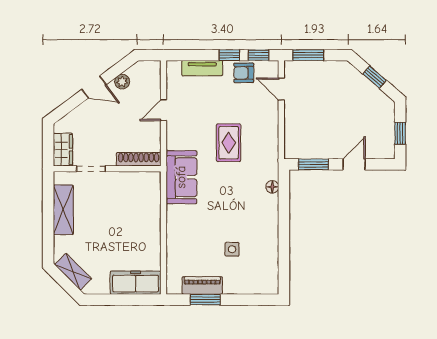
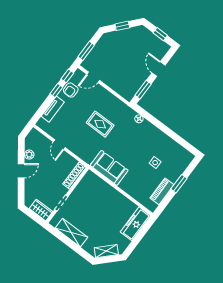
sofa: (181, 177) -> (109, 168), moved
window: (205, 300) -> (179, 184), moved

